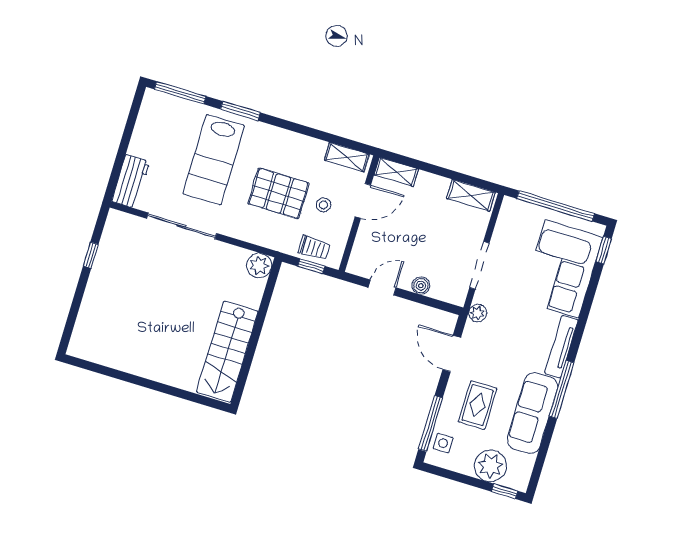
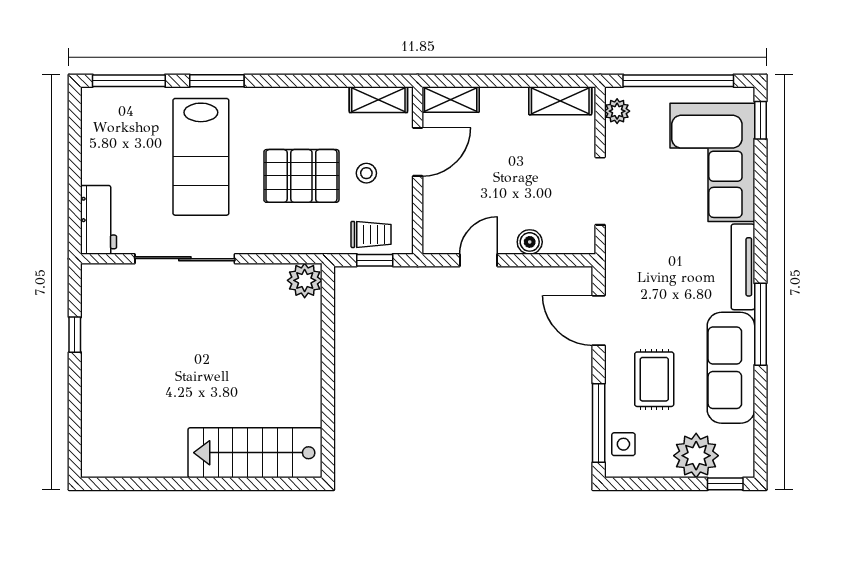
plant: (478, 313) -> (617, 111), moved
stairs: (227, 352) -> (255, 453), moved, turned 90

